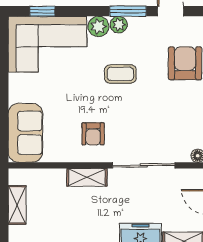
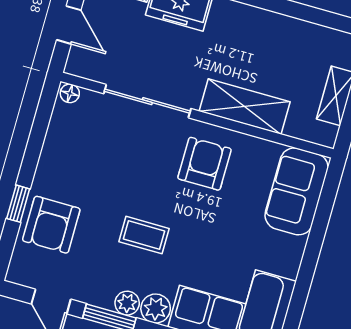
armchair: (93, 134) -> (205, 164), width x1.38, depth x1.38
shelving: (87, 177) -> (245, 106), width x1.50, depth x1.33

